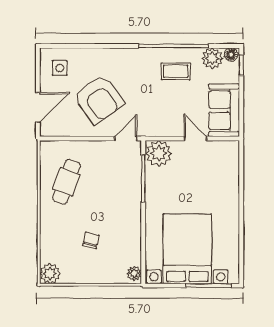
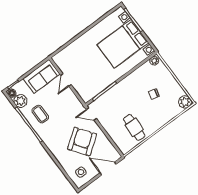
plant: (159, 153) -> (87, 92), removed
cafe table: (66, 182) -> (134, 127), turned 73

